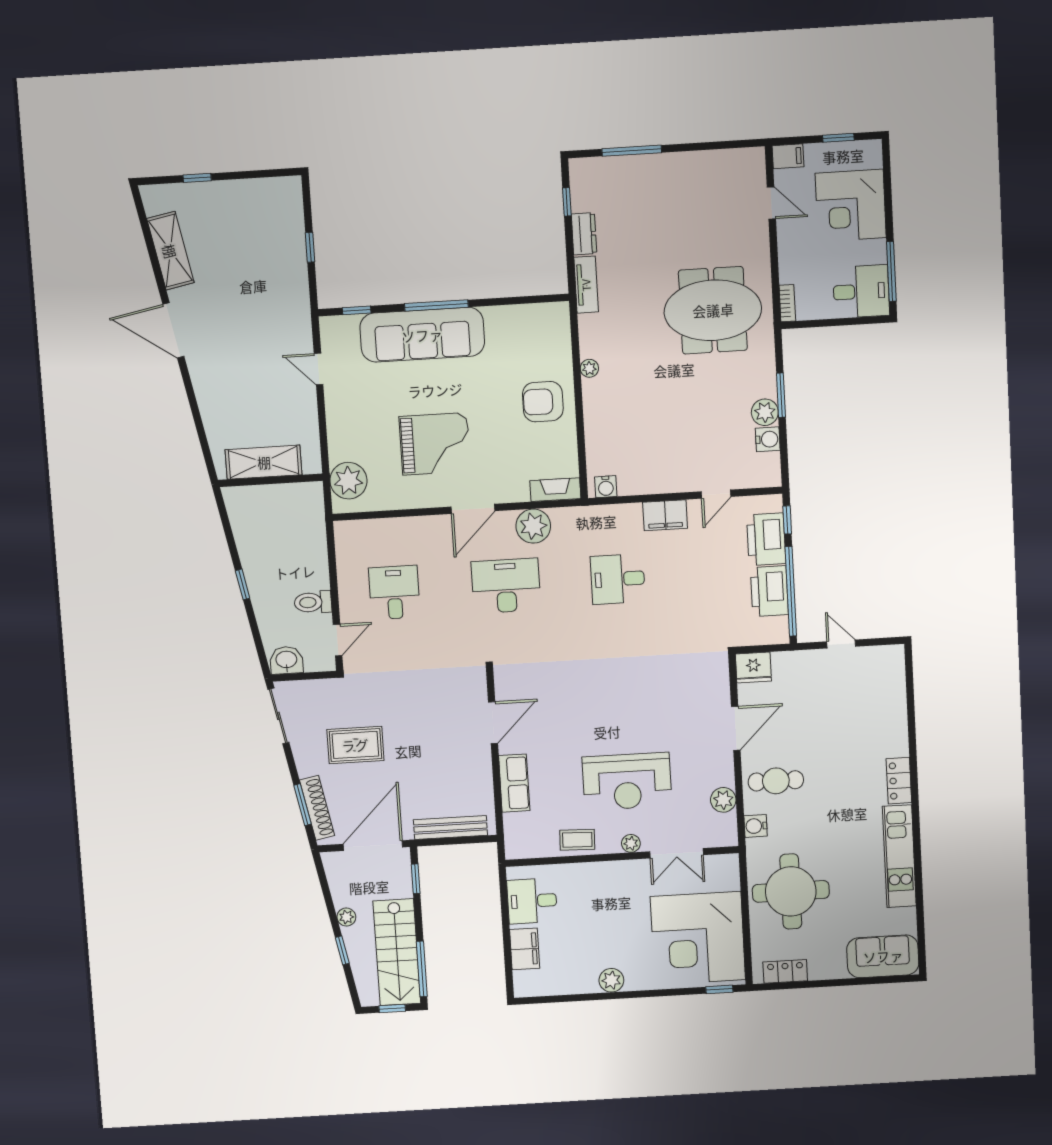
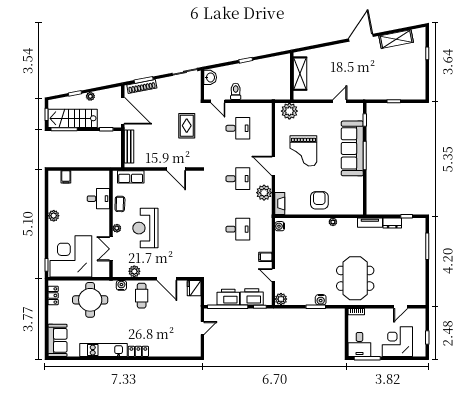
filing cabinet: (788, 156) -> (421, 315), removed
plant: (765, 412) -> (281, 299), moved
water cooler: (768, 439) -> (321, 300), moved
filing cabinet: (665, 515) -> (265, 257), width x0.50
desk: (618, 579) -> (238, 229), turned 90
desk: (506, 586) -> (238, 179), width x0.73
rug: (355, 745) -> (187, 126), moved
row of seats: (514, 783) -> (131, 177), moved
desk: (532, 901) -> (98, 199), moved, turned 90
filing cabinet: (525, 949) -> (66, 177), width x0.50

